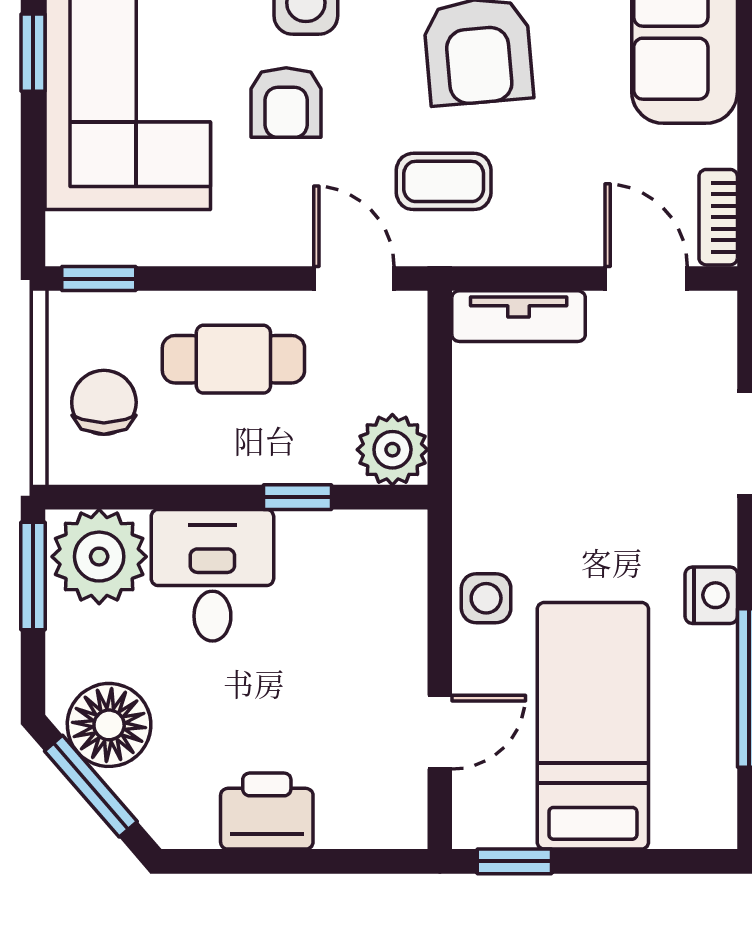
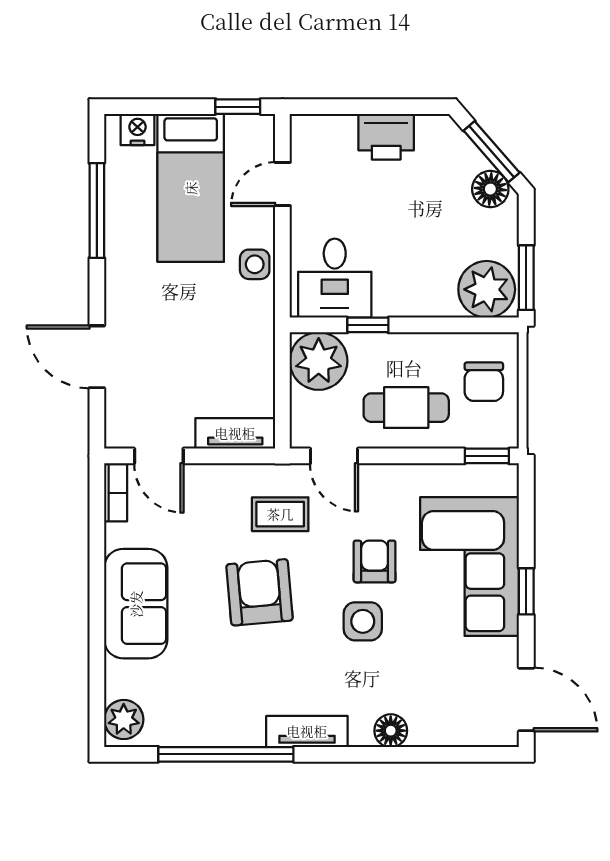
plant: (392, 450) -> (319, 361), width x1.36, depth x1.36
desk: (212, 575) -> (335, 278), moved
nightstand: (711, 595) -> (138, 129), moved, turned 90
floor lamp: (109, 725) -> (490, 189), width x0.73, depth x0.73

